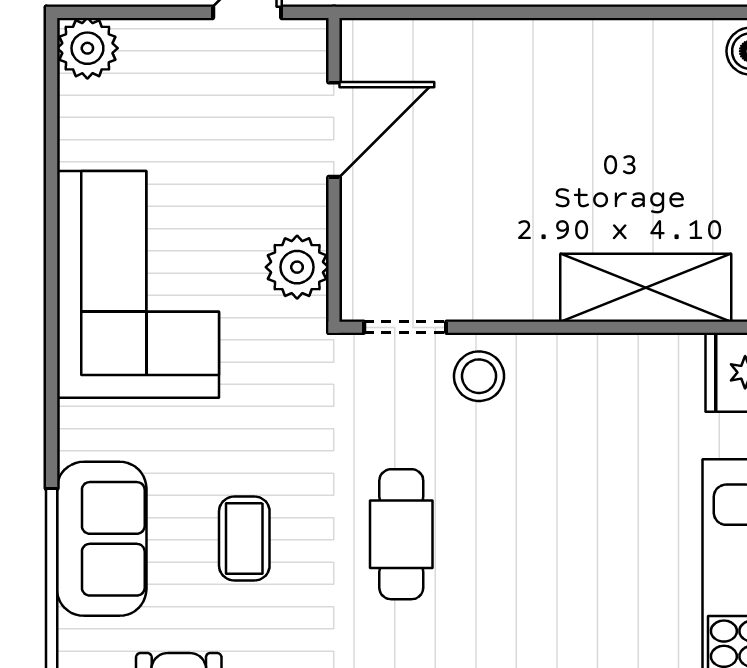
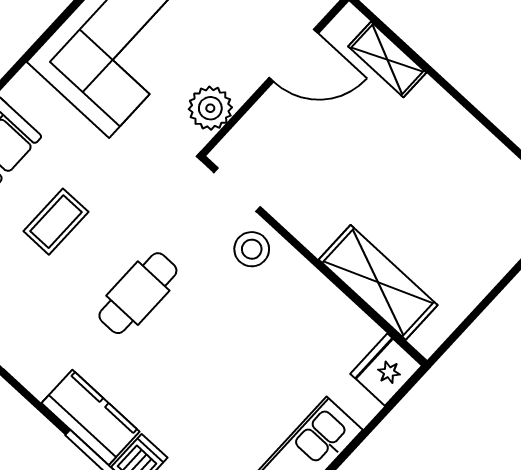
shelving: (437, 42) -> (387, 59), added

